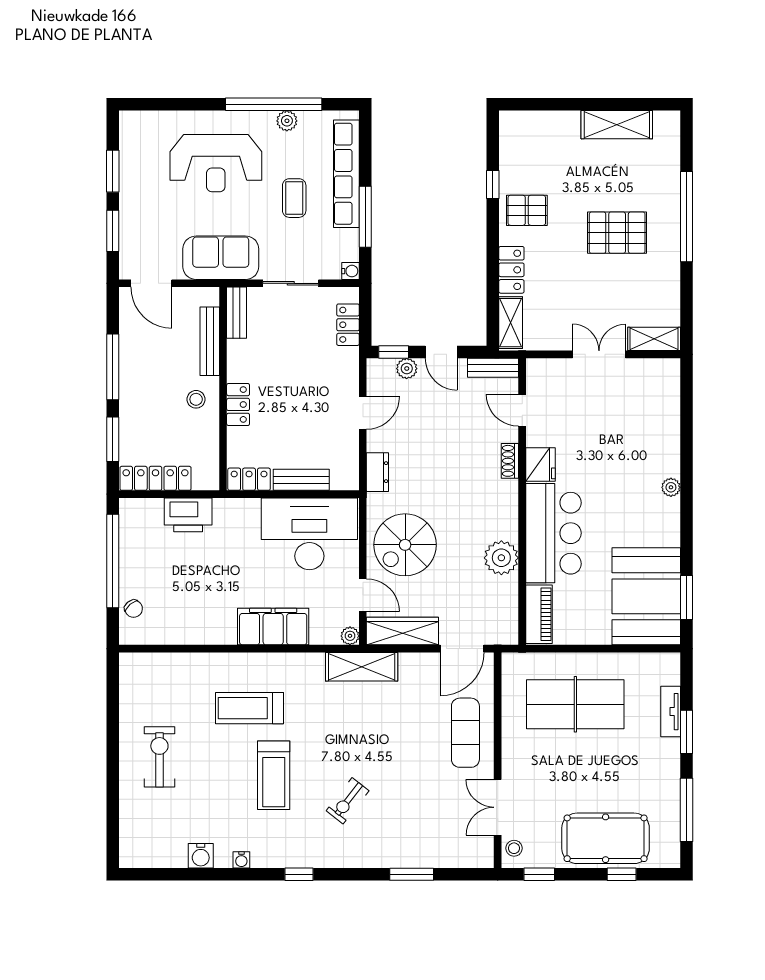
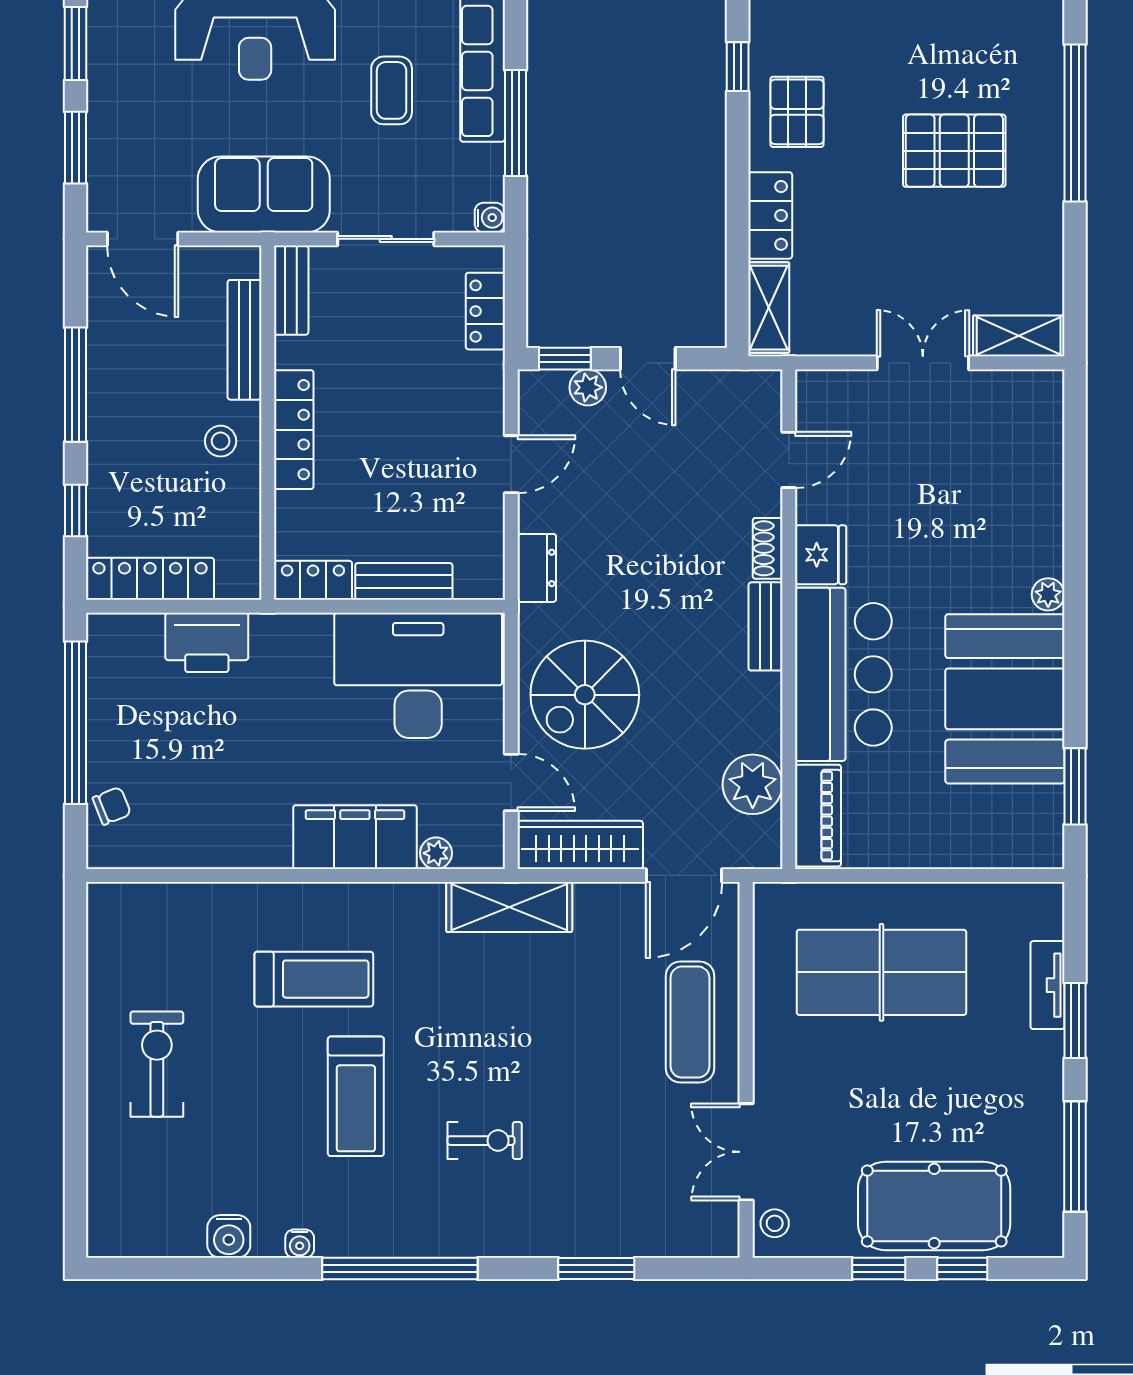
pallet: (527, 210) -> (797, 112), turned 90
bench: (493, 368) -> (766, 626), moved, turned 90
locker: (238, 404) -> (294, 430), width x1.53
door: (522, 410) -> (789, 460), swing flipped
window: (113, 439) -> (75, 511), width x0.67
plant: (501, 558) -> (753, 784), moved
booth: (646, 596) -> (1005, 699), moved
chair: (134, 609) -> (112, 806), turned -72
plant: (350, 636) -> (436, 853), moved
treadmill: (250, 708) -> (314, 979), turned 180
exercise bike: (348, 801) -> (485, 1141), turned -128
window: (299, 874) -> (400, 1268), width x3.17
window: (539, 874) -> (879, 1268), moved

